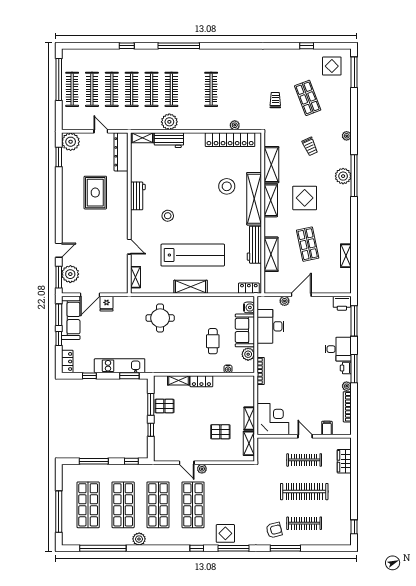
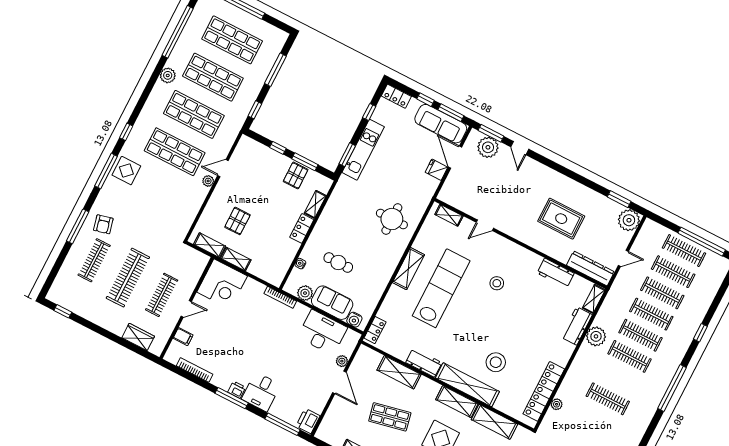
workbench: (138, 196) -> (556, 273), moved
workbench: (254, 245) -> (424, 363), width x0.73
lab bench: (193, 255) -> (441, 288), turned 180
plant: (347, 386) -> (217, 381), removed

